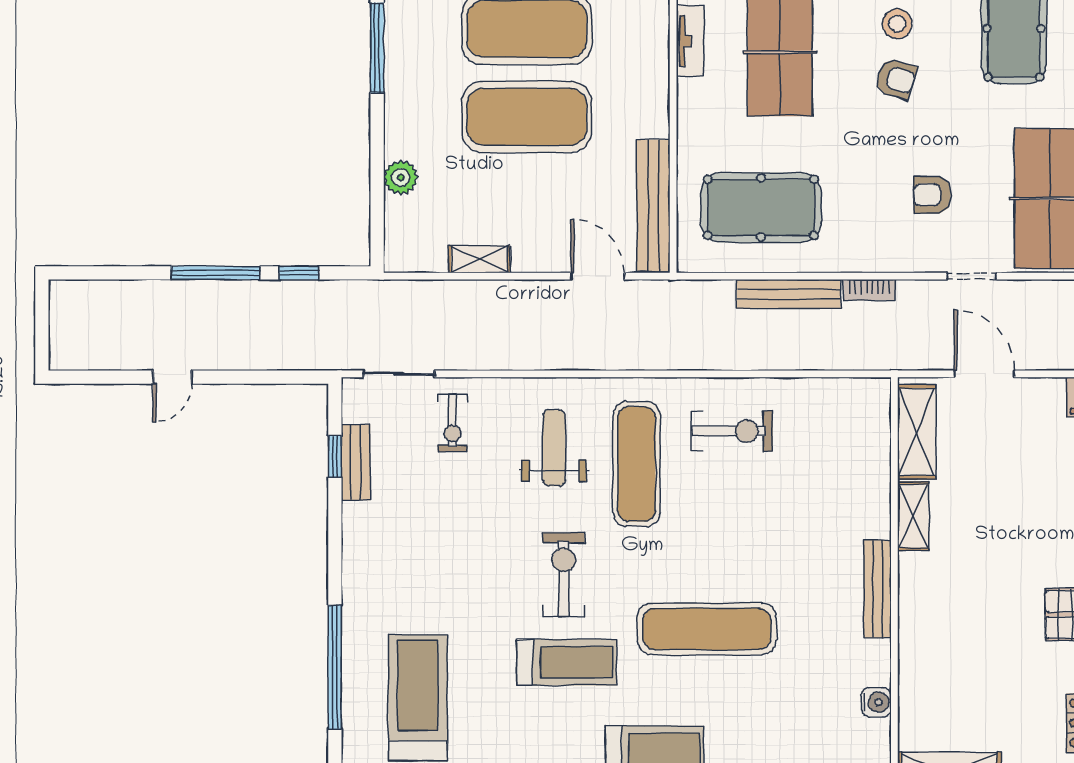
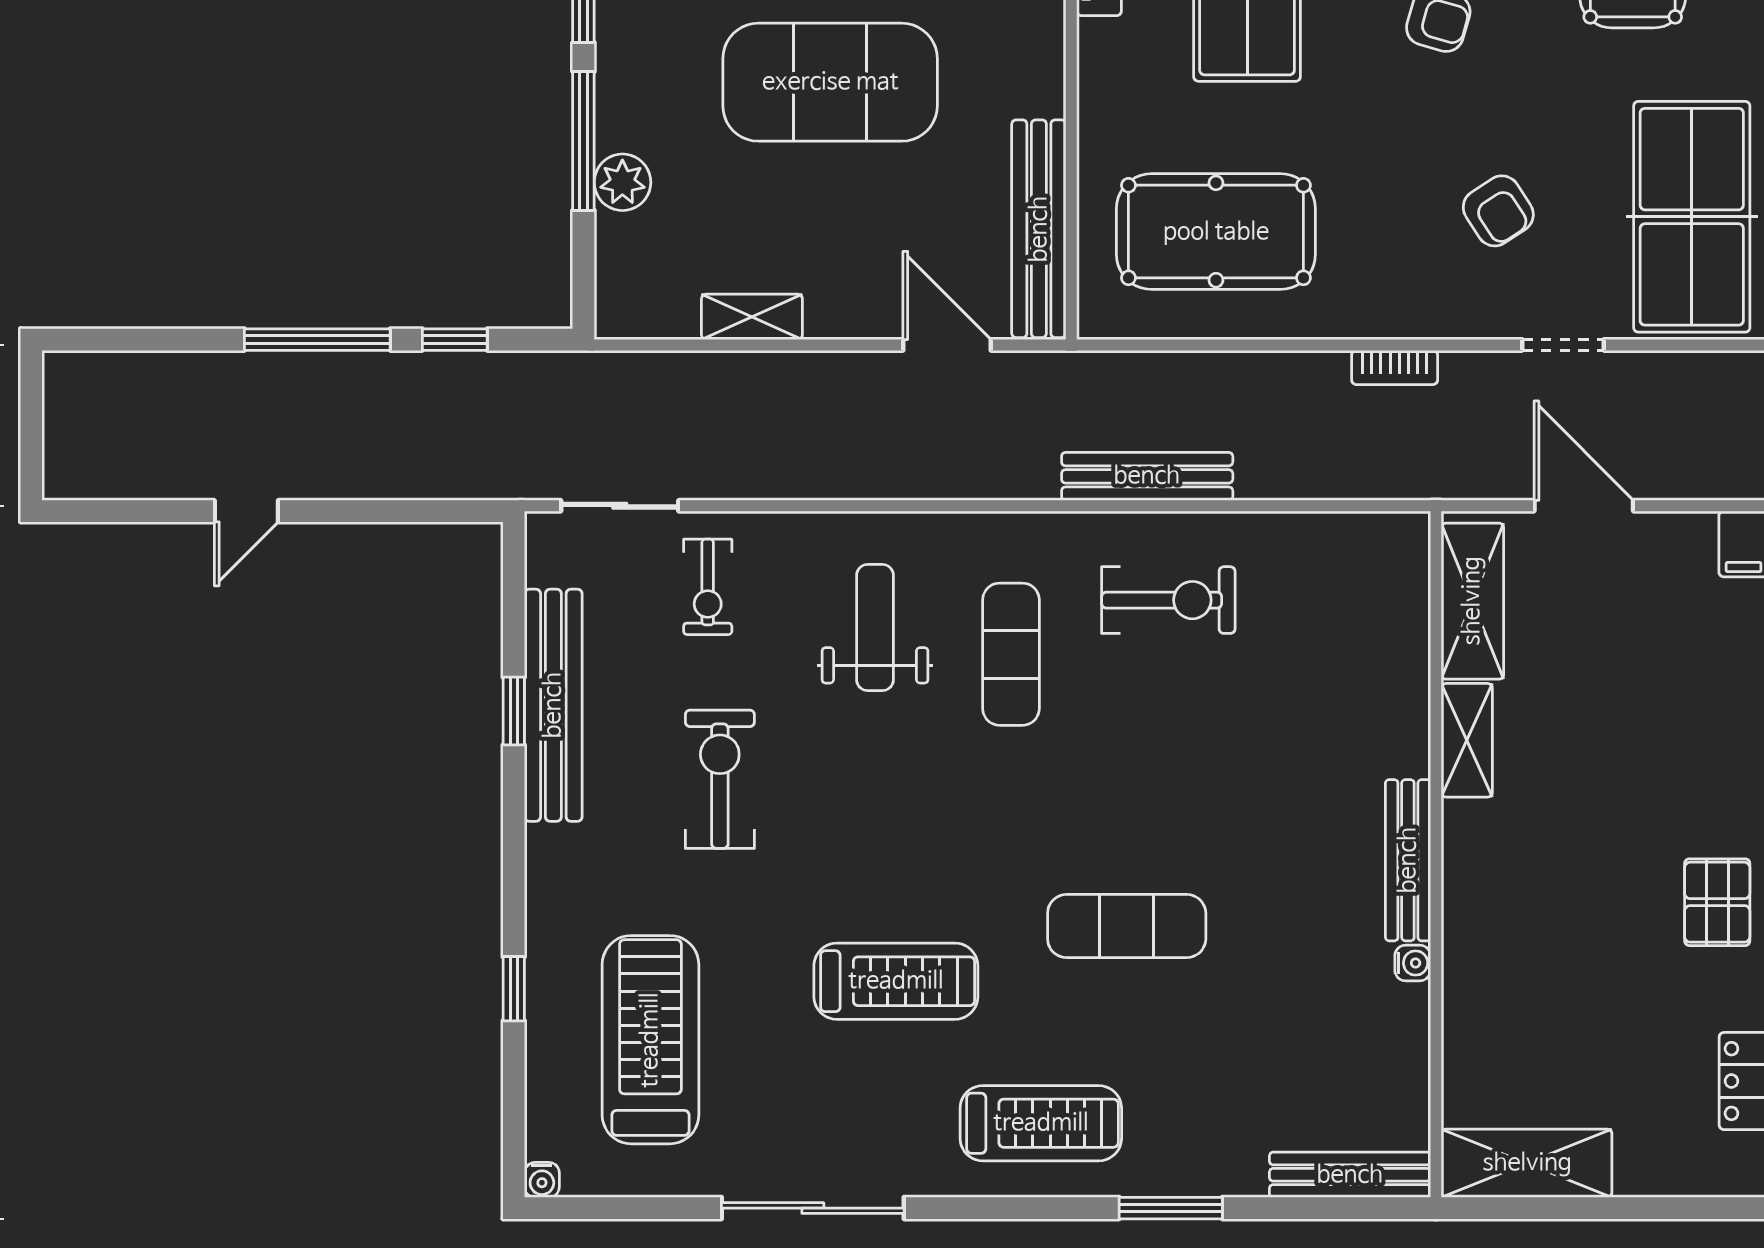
window: (377, 152) -> (583, 141), added
armchair: (932, 195) -> (1498, 211), turned -123
bench: (789, 294) -> (1147, 476), moved
window: (335, 457) -> (514, 711), moved
bench: (356, 462) -> (553, 705), width x1.86, depth x1.21
exercise mat: (637, 464) -> (1011, 654), width x0.73, depth x0.69
exercise bike: (564, 575) -> (720, 779), moved
exercise mat: (707, 629) -> (1127, 926), width x0.73, depth x0.69
window: (335, 667) -> (514, 989), width x0.32
water cooler: (876, 702) -> (1413, 963), moved, width x0.72, depth x0.72

